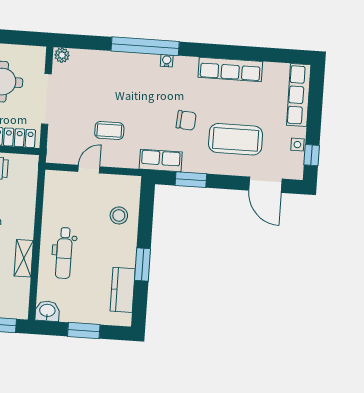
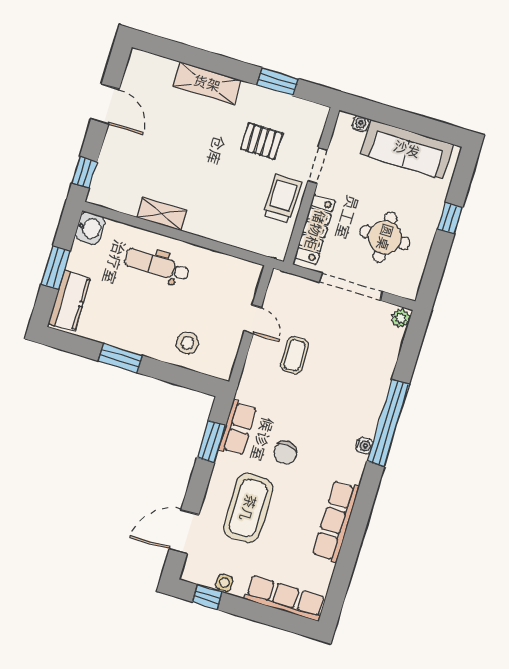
row of seats: (161, 160) -> (238, 428), moved
kitchen counter: (123, 290) -> (69, 301), moved, turned 90

